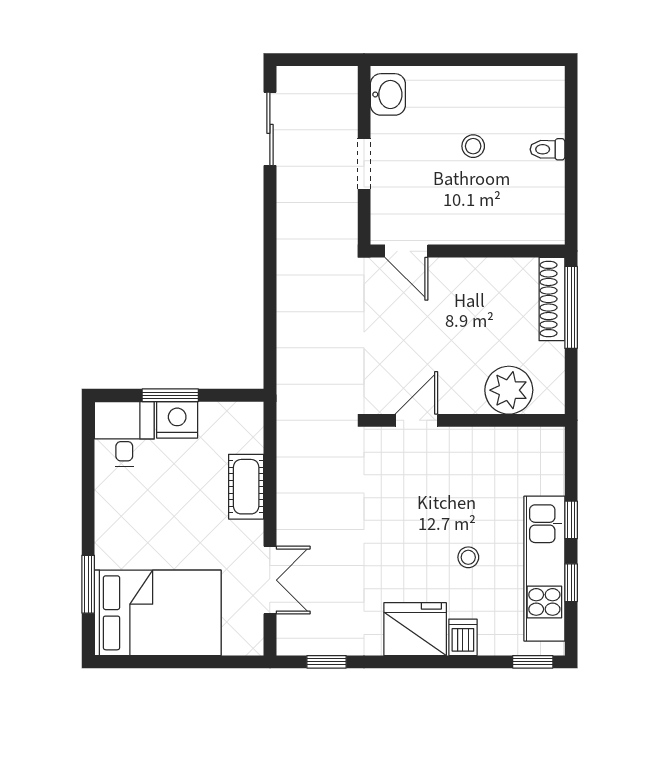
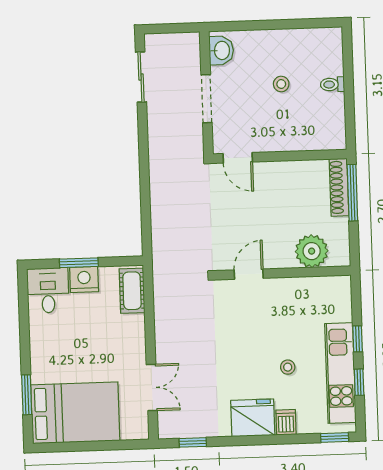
doorway: (364, 164) -> (207, 99), width x1.38
cot: (246, 487) -> (132, 291), moved

